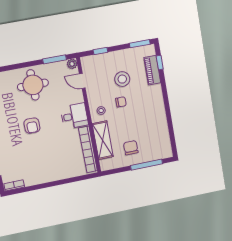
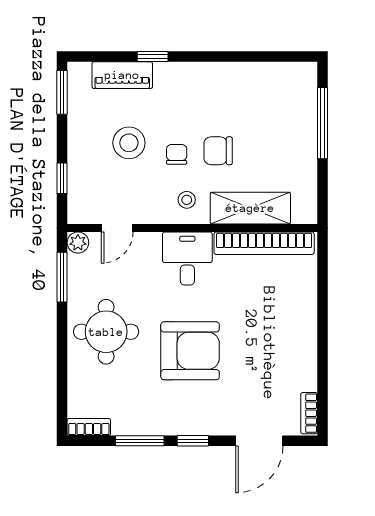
window: (160, 62) -> (153, 57), moved
armchair: (32, 126) -> (190, 351), width x1.88, depth x1.88
chair: (131, 148) -> (218, 151), moved

